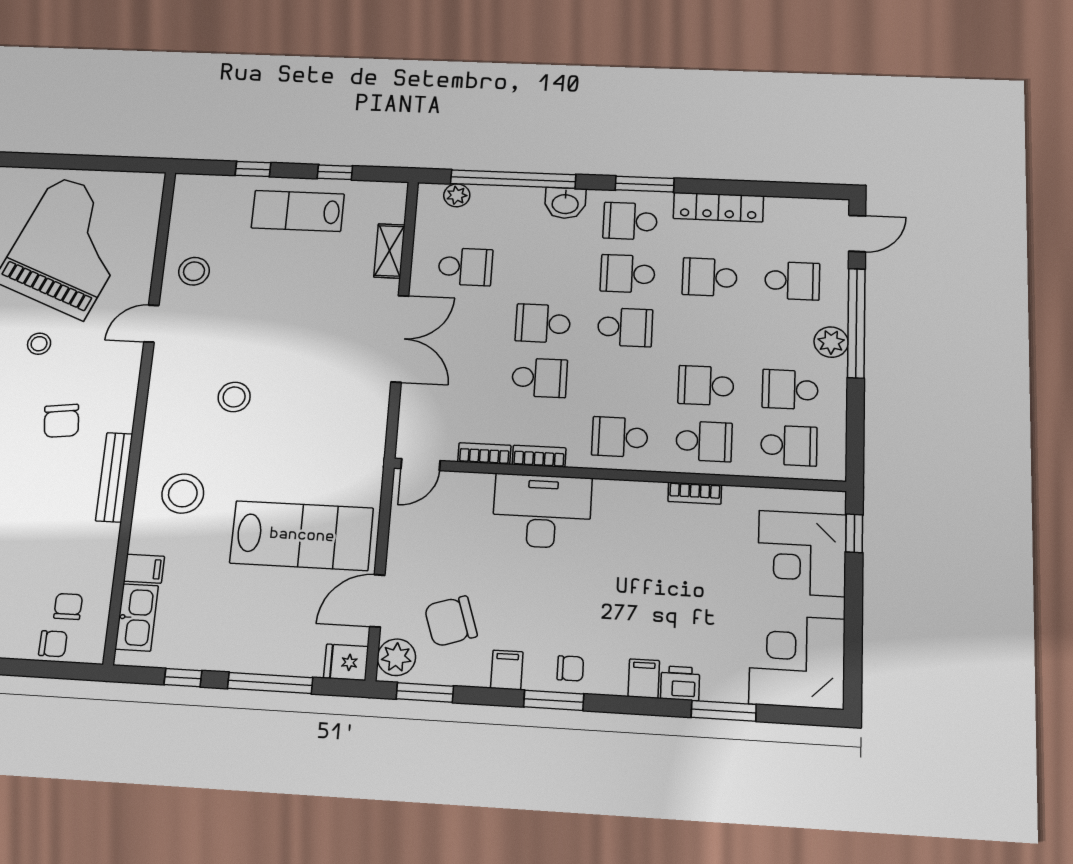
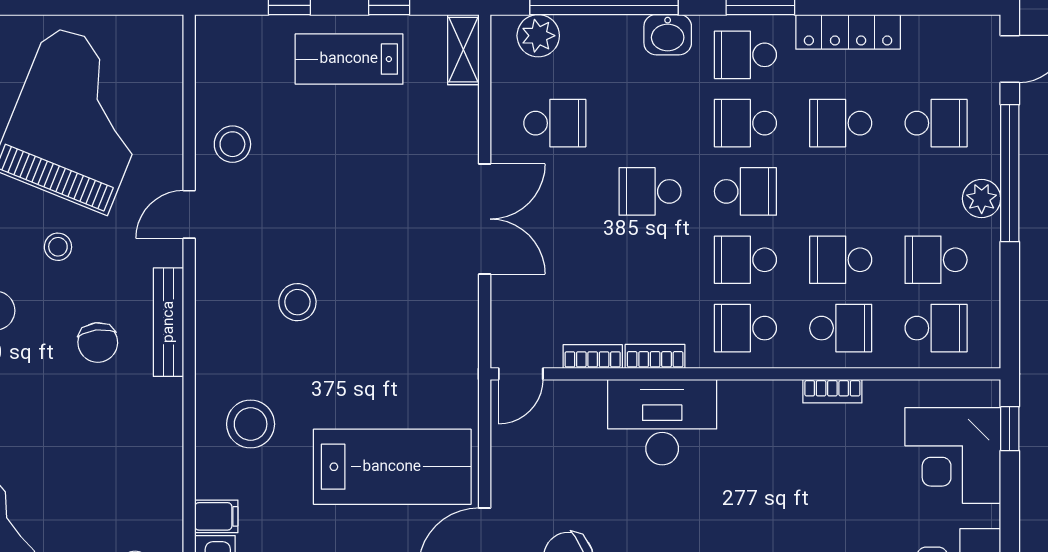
plant: (457, 195) -> (538, 36), width x1.38, depth x1.38
shelving: (389, 251) -> (463, 50), moved
school desk: (540, 378) -> (745, 260), moved, turned 180
bench: (114, 477) -> (169, 322), moved

